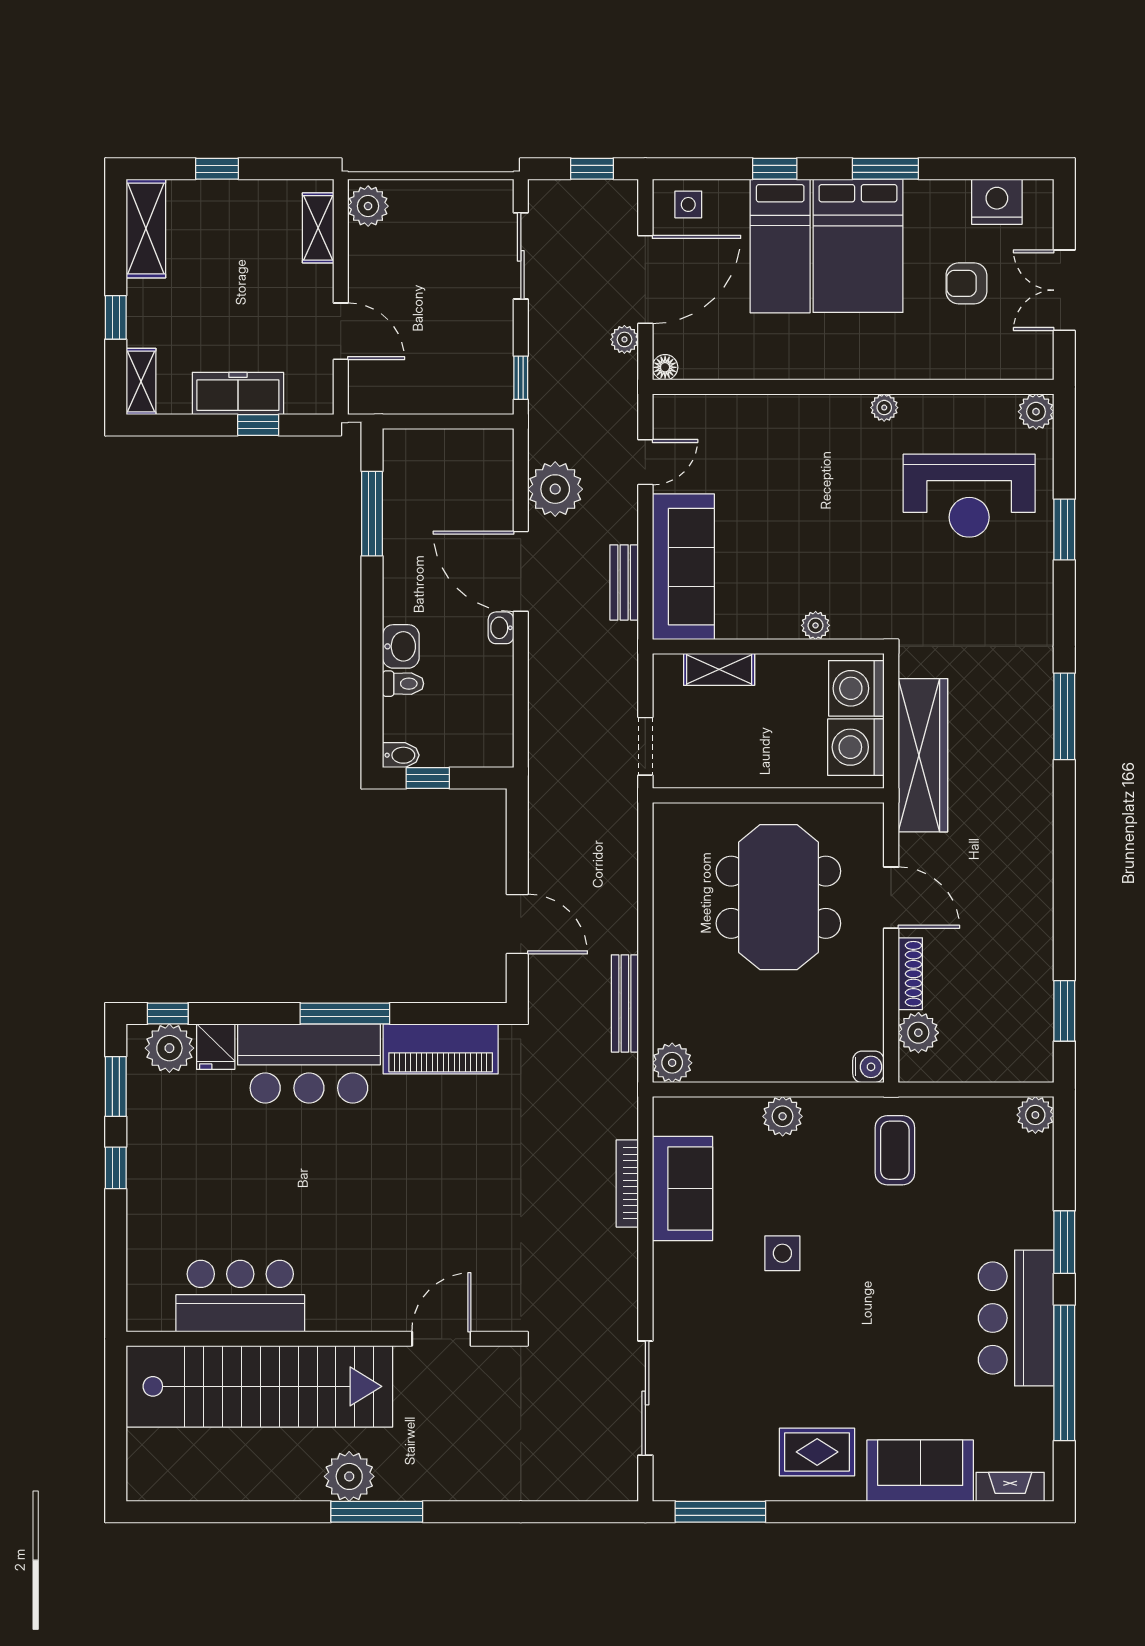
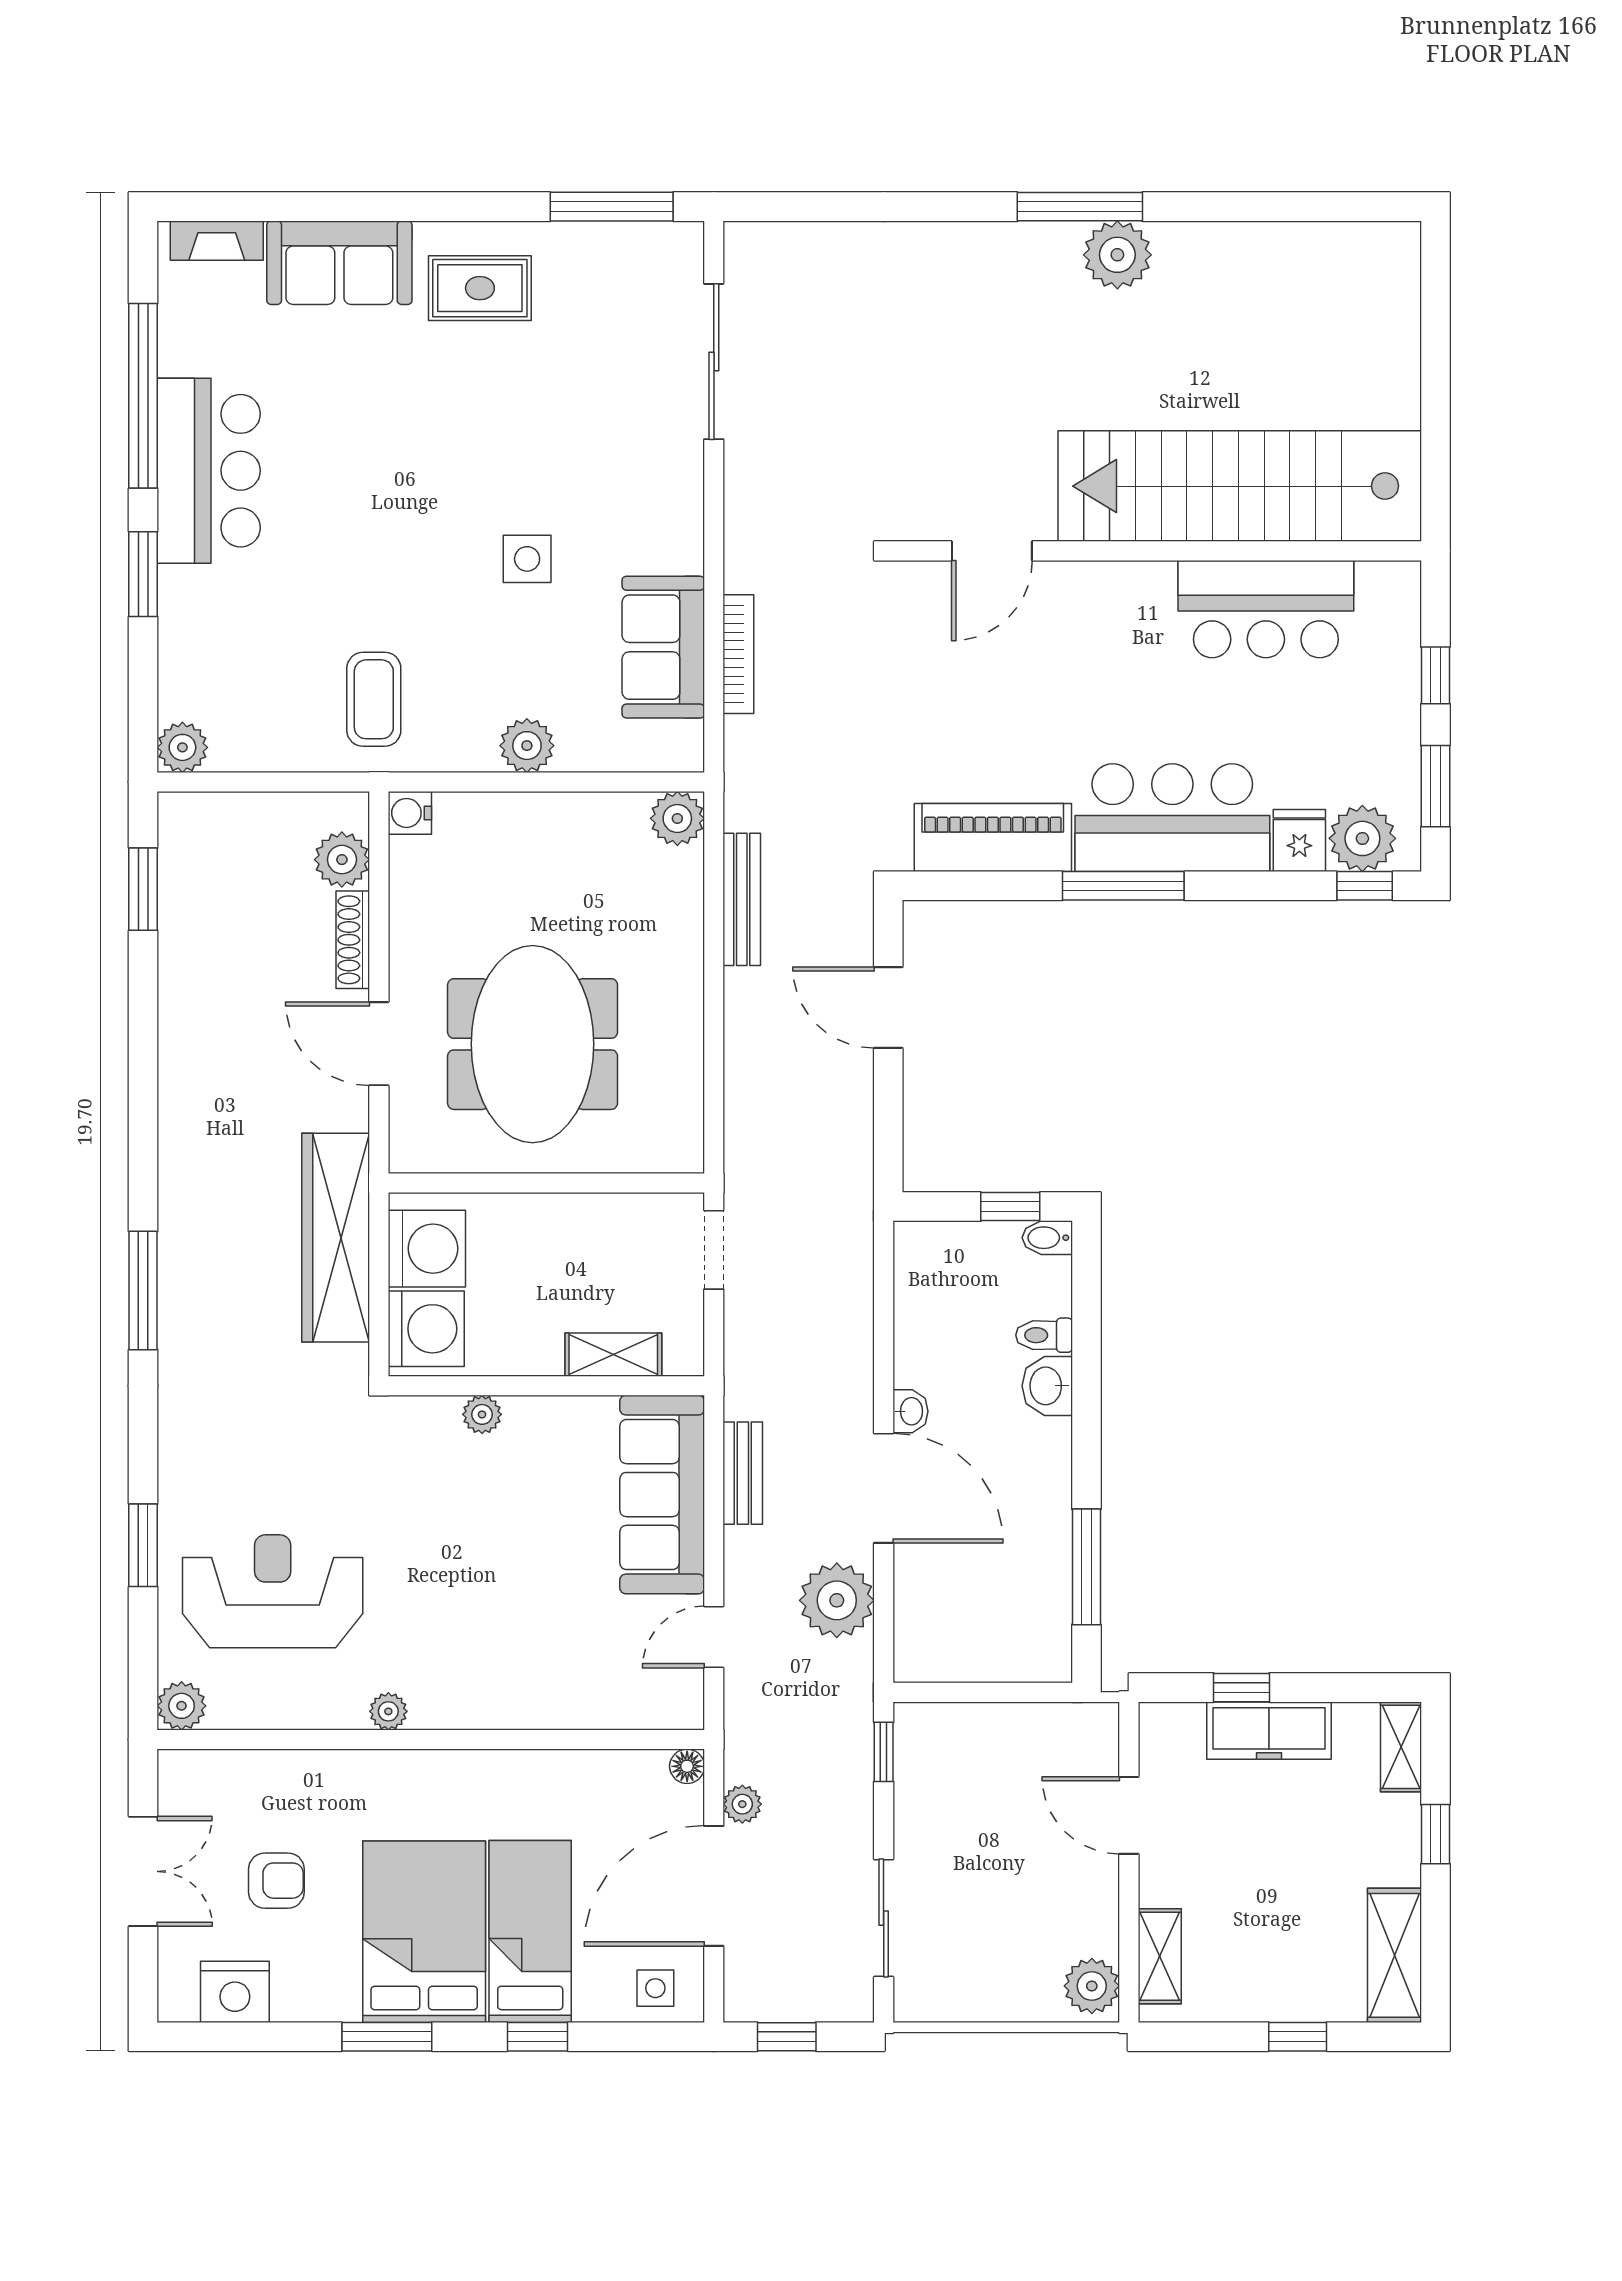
bar counter: (240, 1296) -> (1266, 609), moved
wall: (320, 1339) -> (1157, 551), moved
door: (441, 1339) -> (992, 551), moved
stairs: (259, 1386) -> (1240, 486), moved

